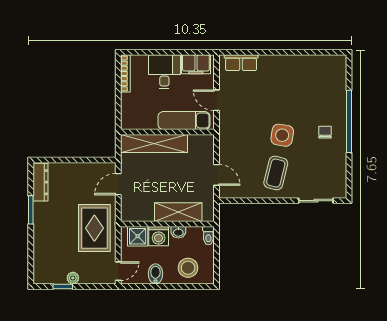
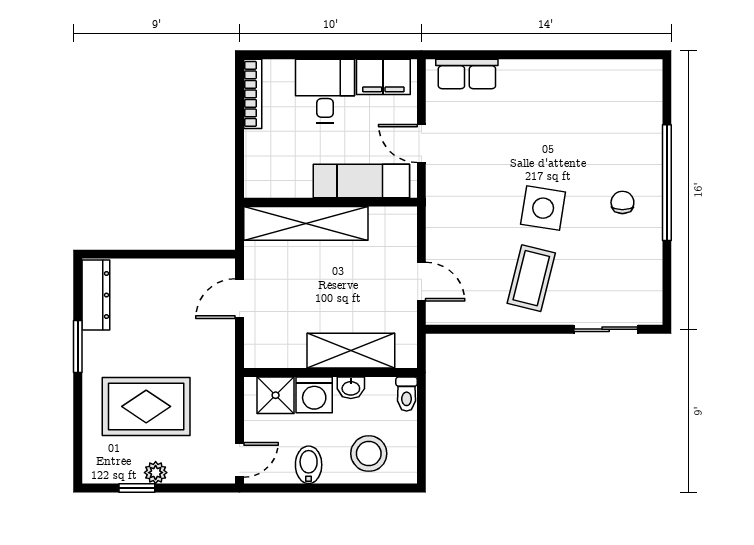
rug: (94, 228) -> (146, 406), moved, turned 90

